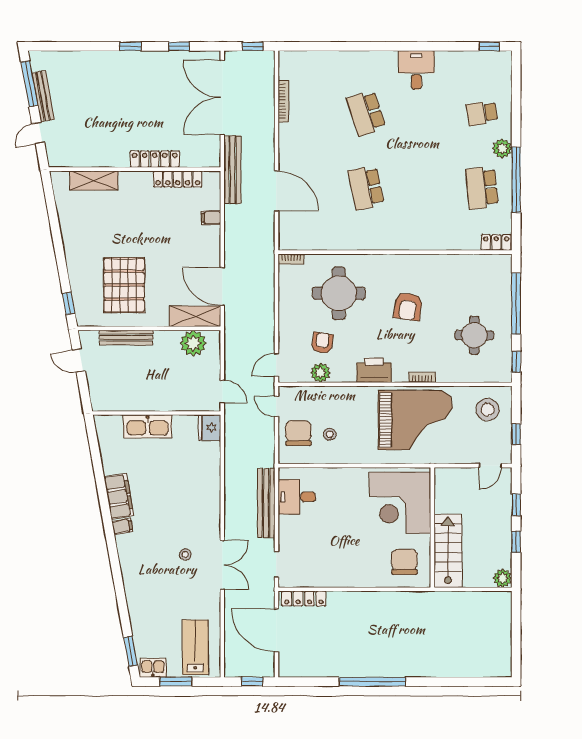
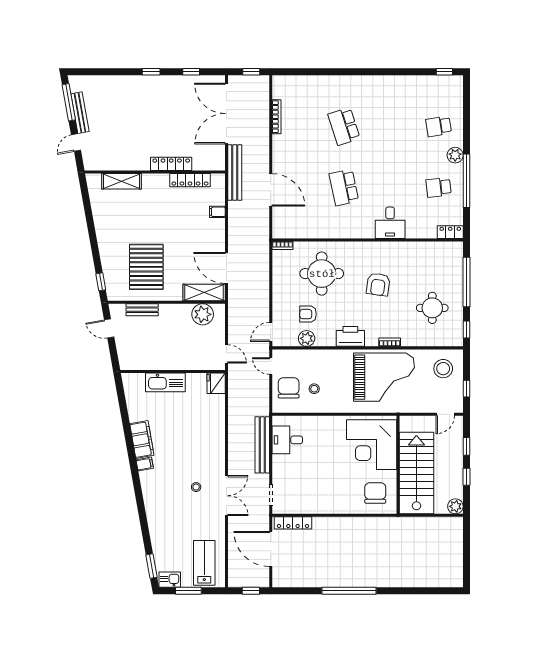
desk: (416, 70) -> (390, 223), moved, turned 180
school desk: (482, 188) -> (439, 187), width x0.54
bench: (126, 338) -> (142, 310), width x0.73
armchair: (322, 343) -> (308, 314), turned -99
stairs: (448, 551) -> (416, 473), width x1.36, depth x1.51

